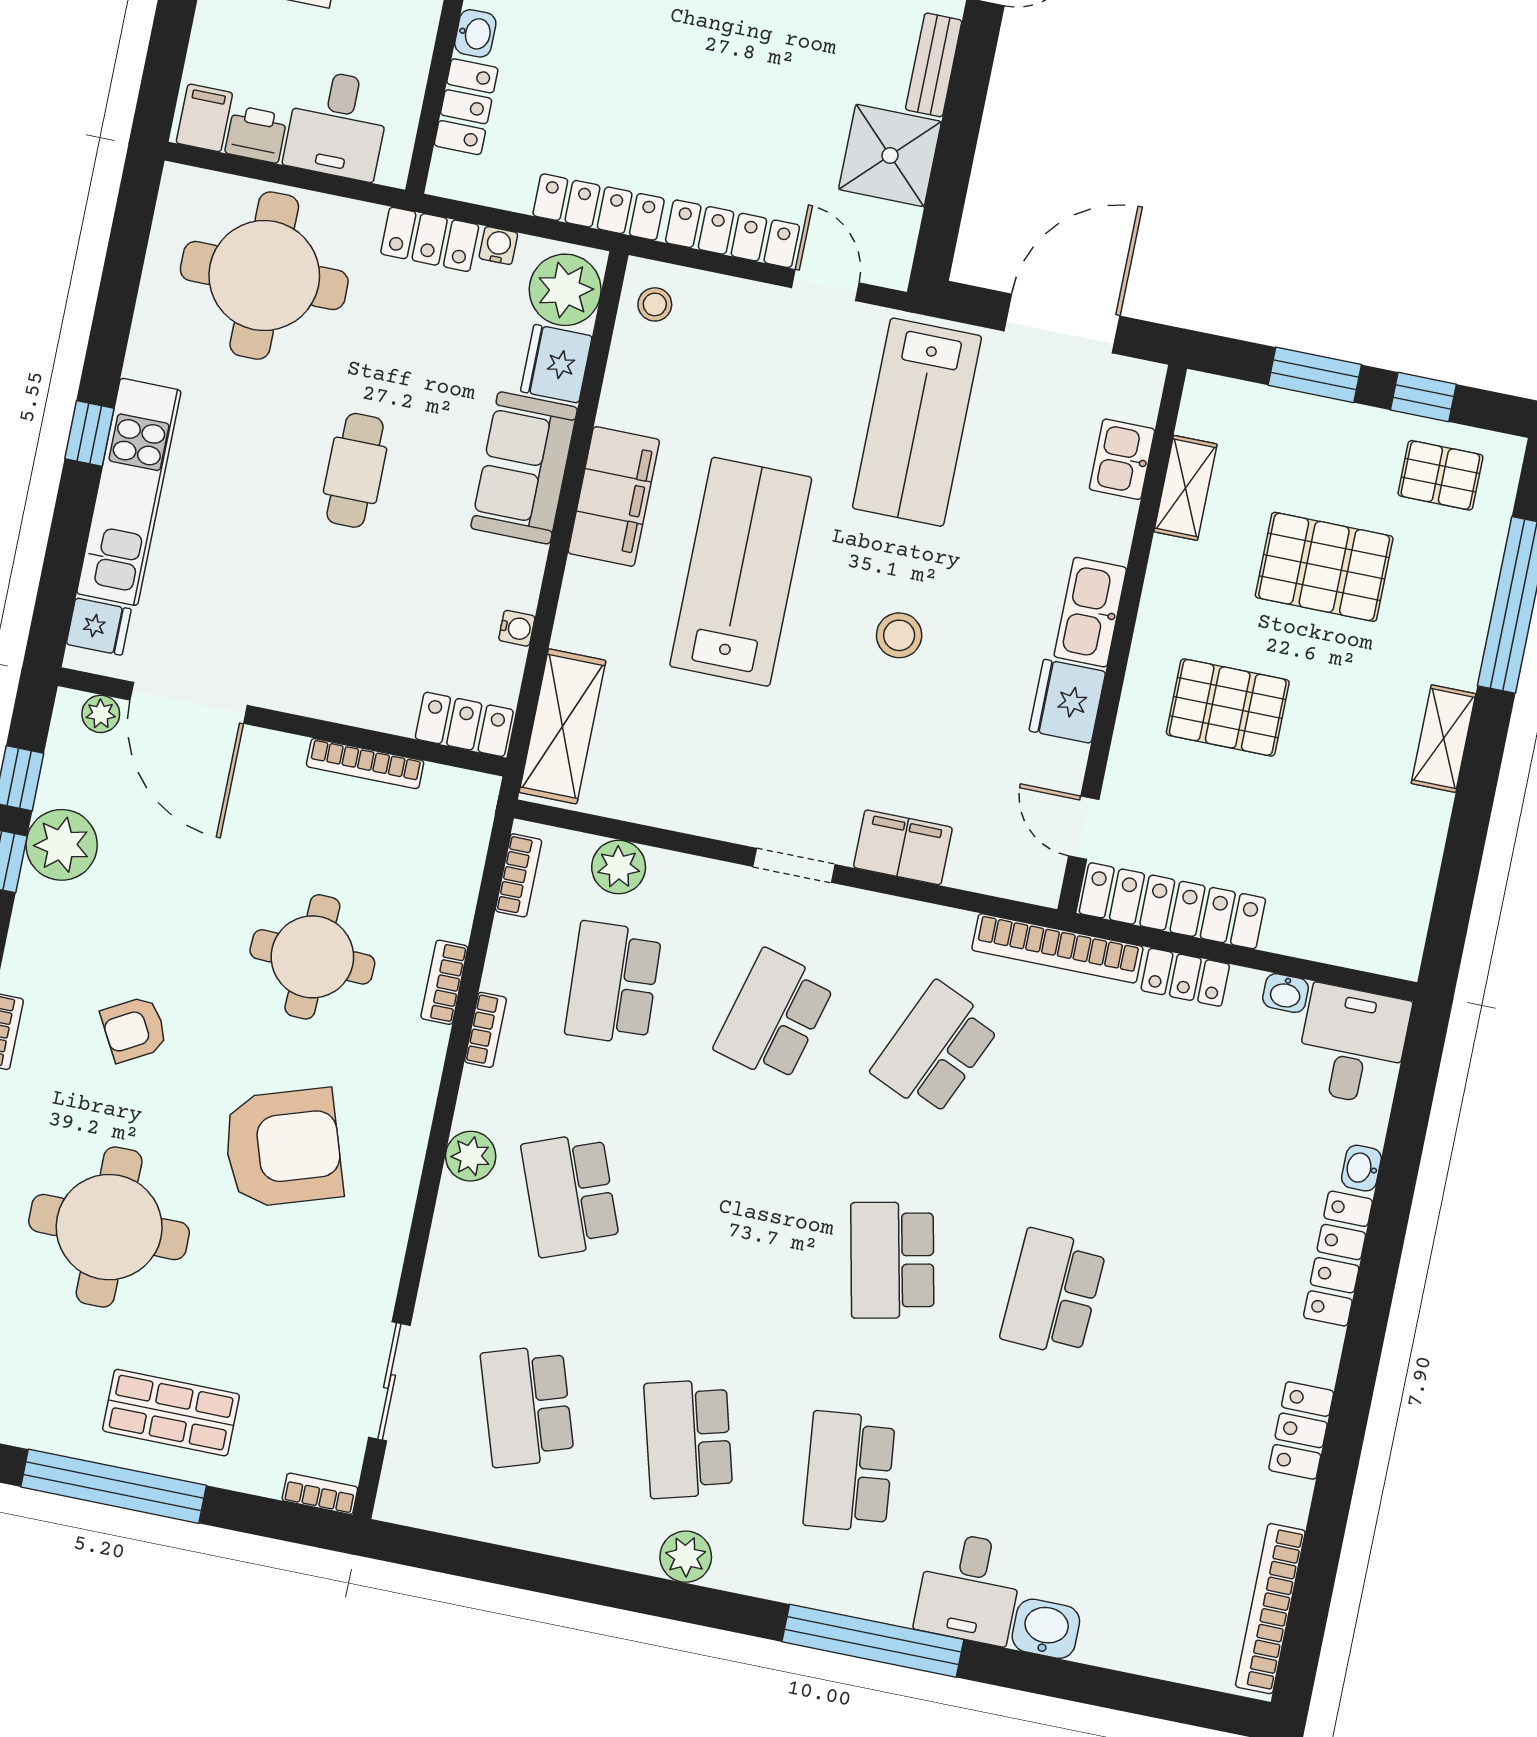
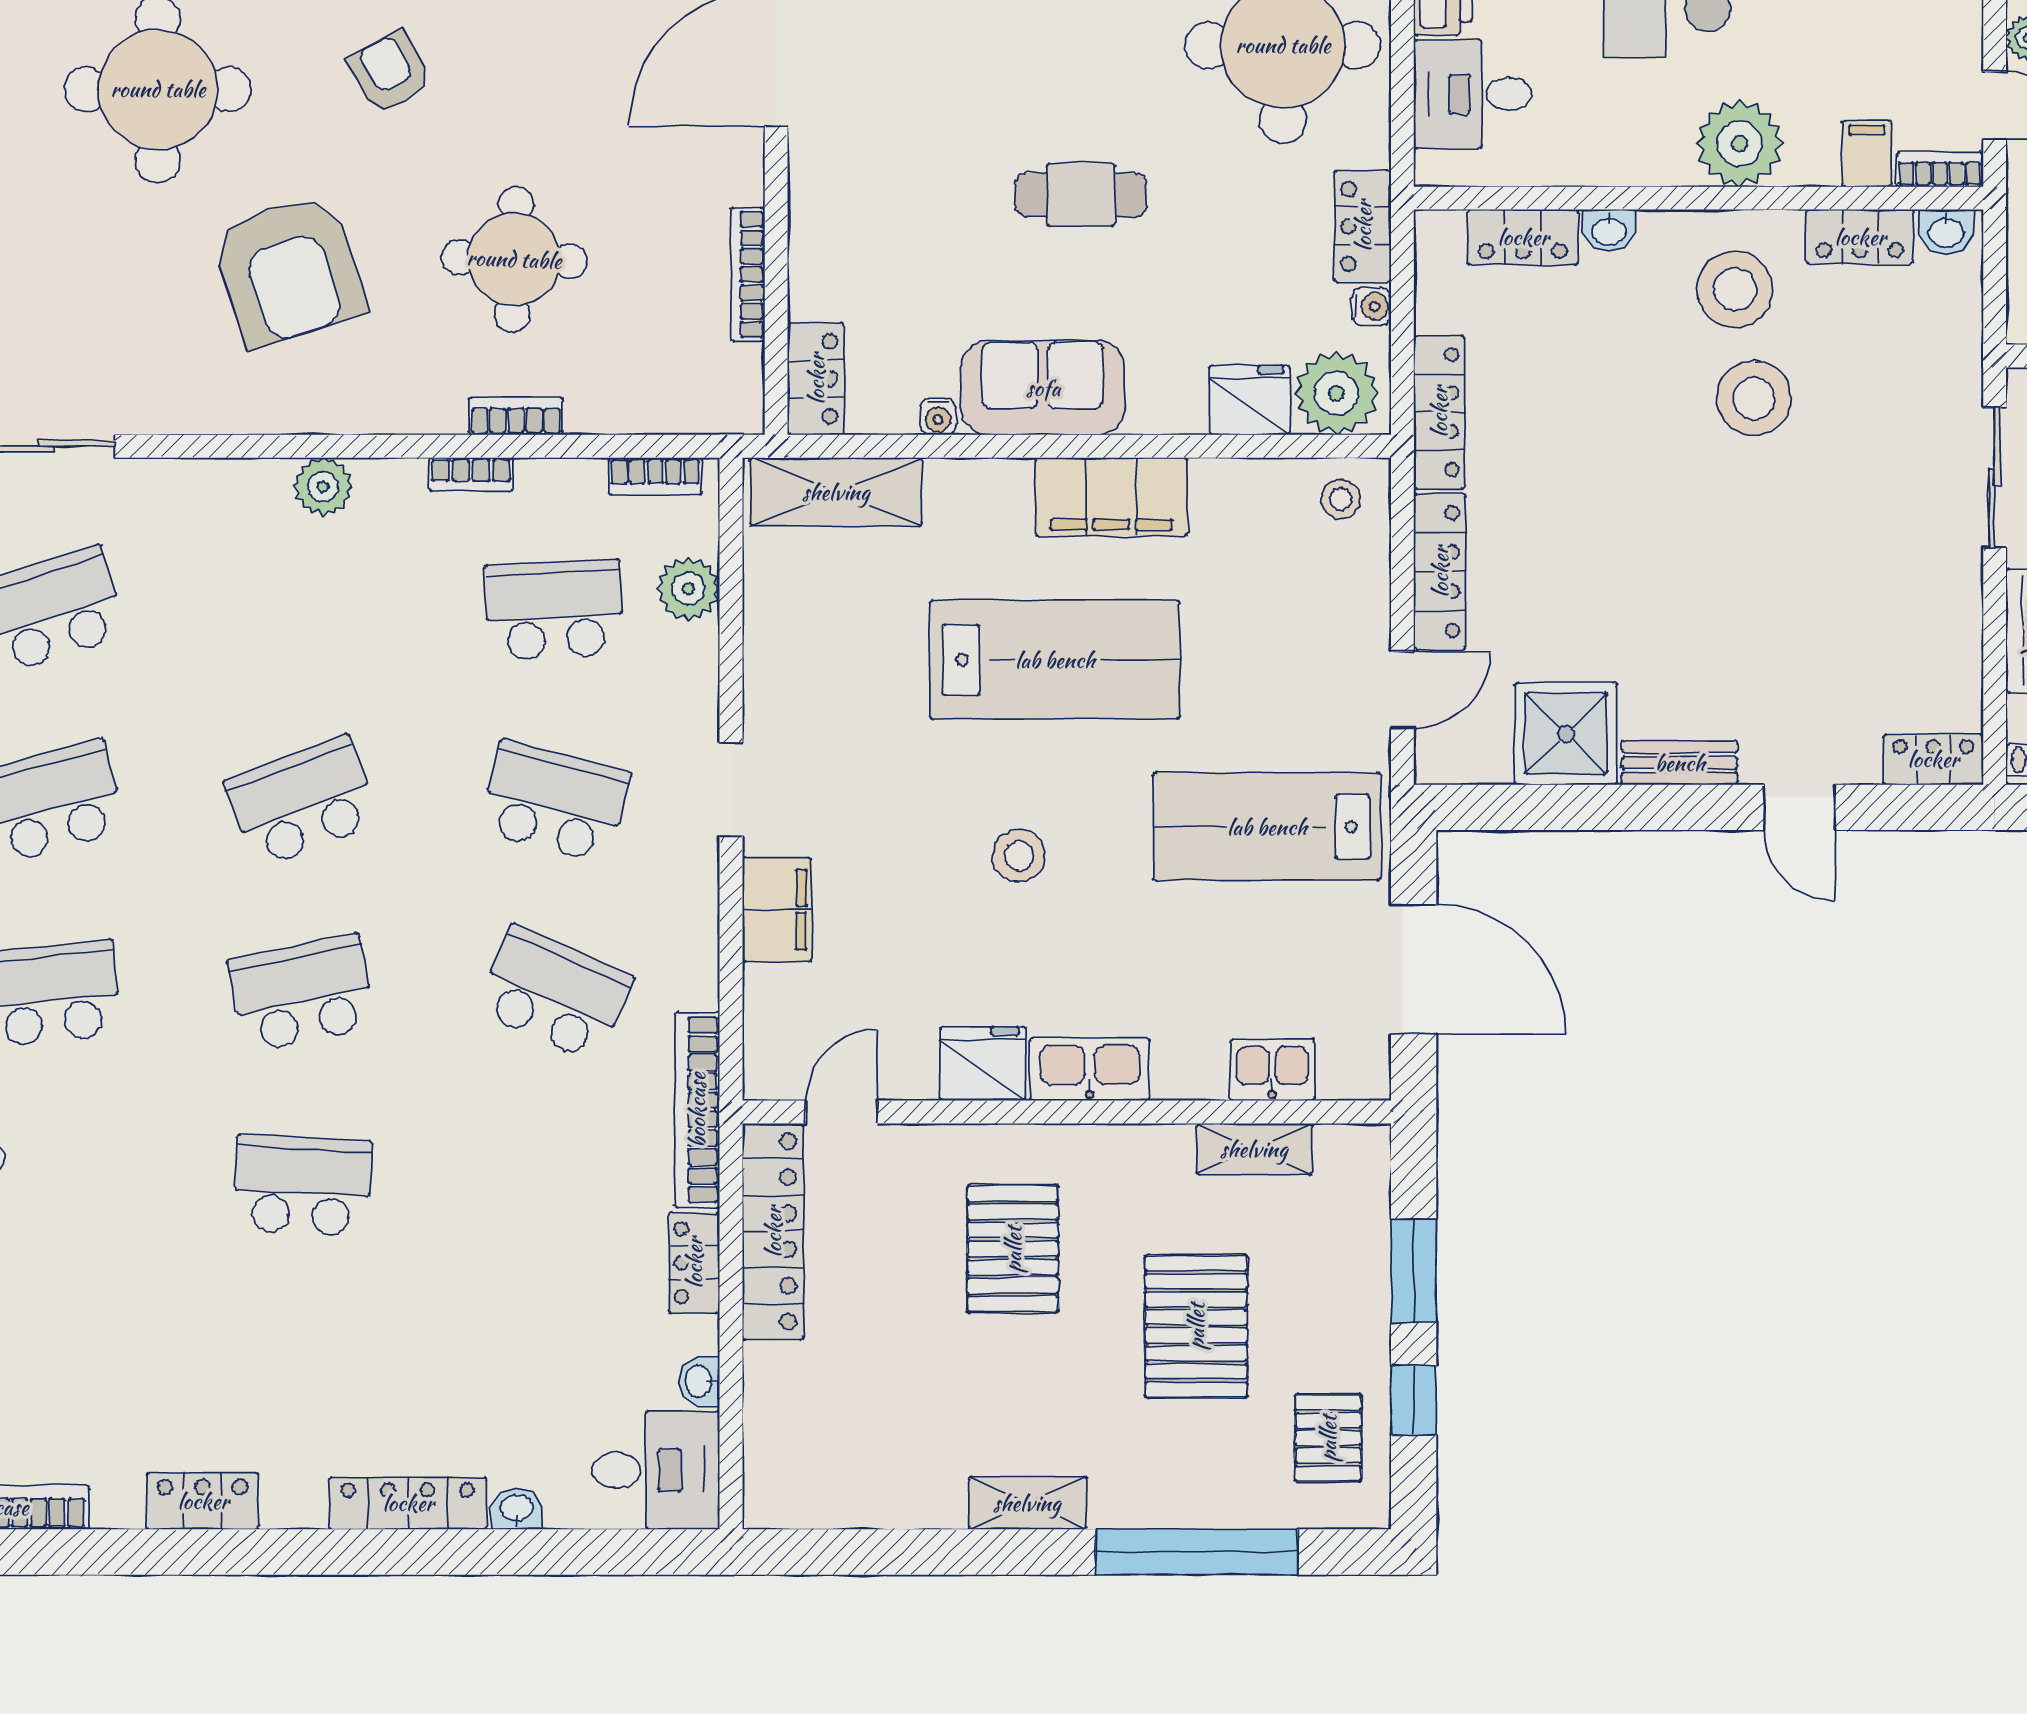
sofa: (524, 468) -> (1043, 388), moved
school desk: (570, 1195) -> (302, 802), moved

